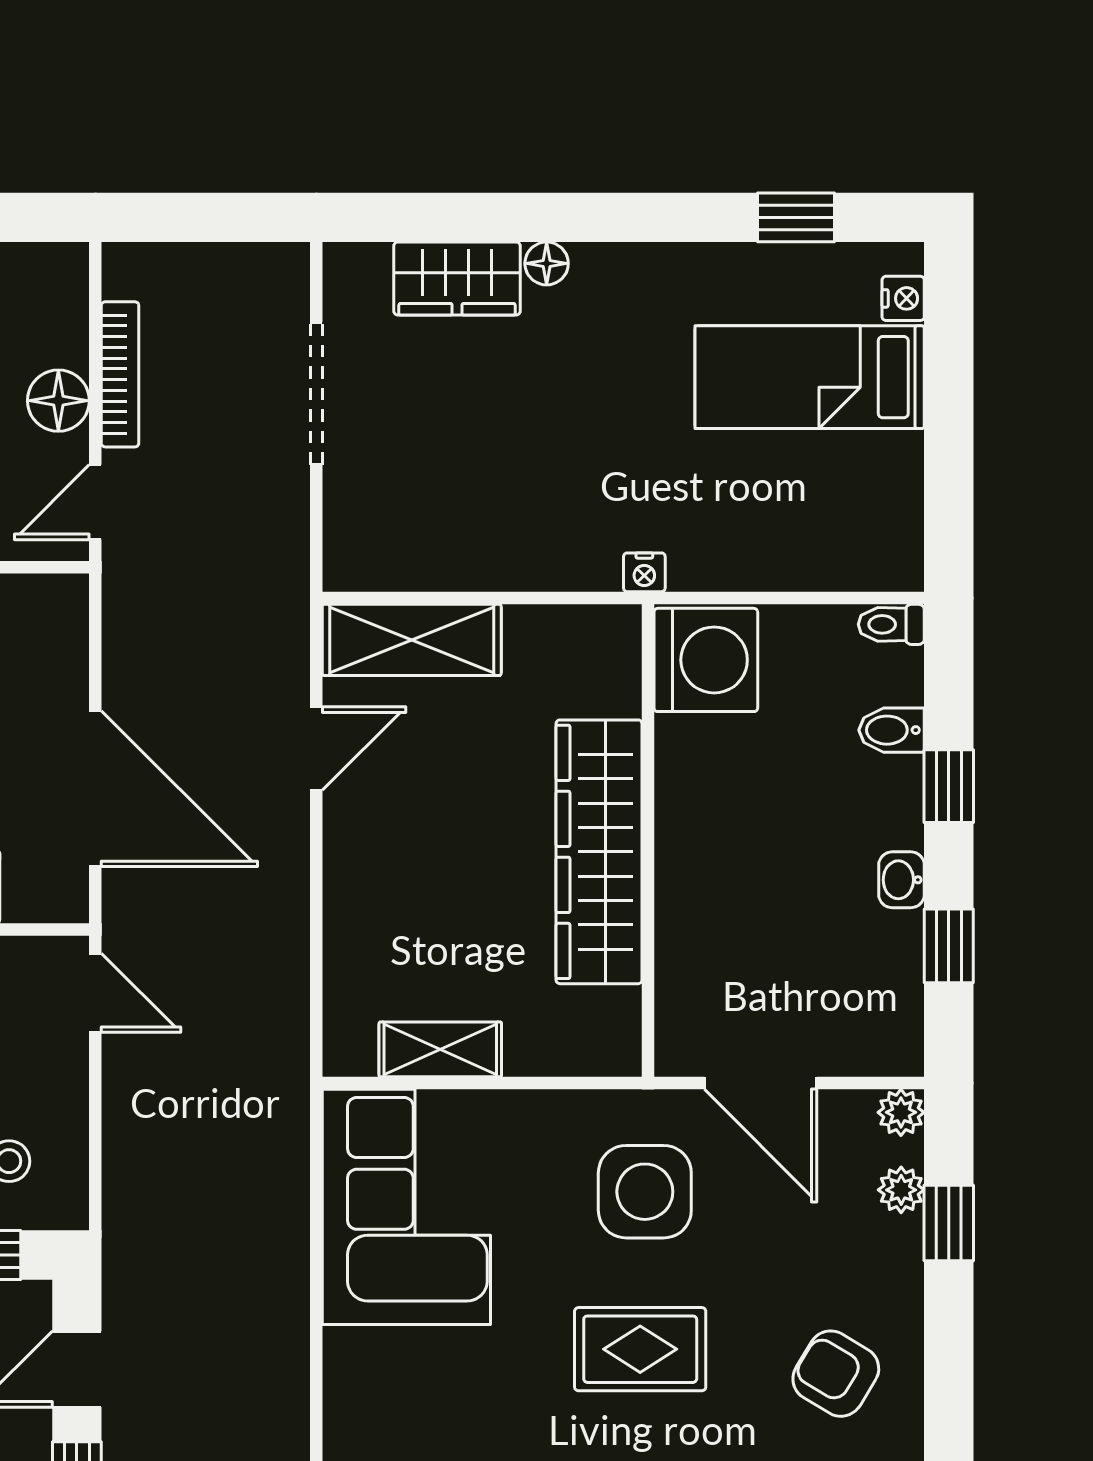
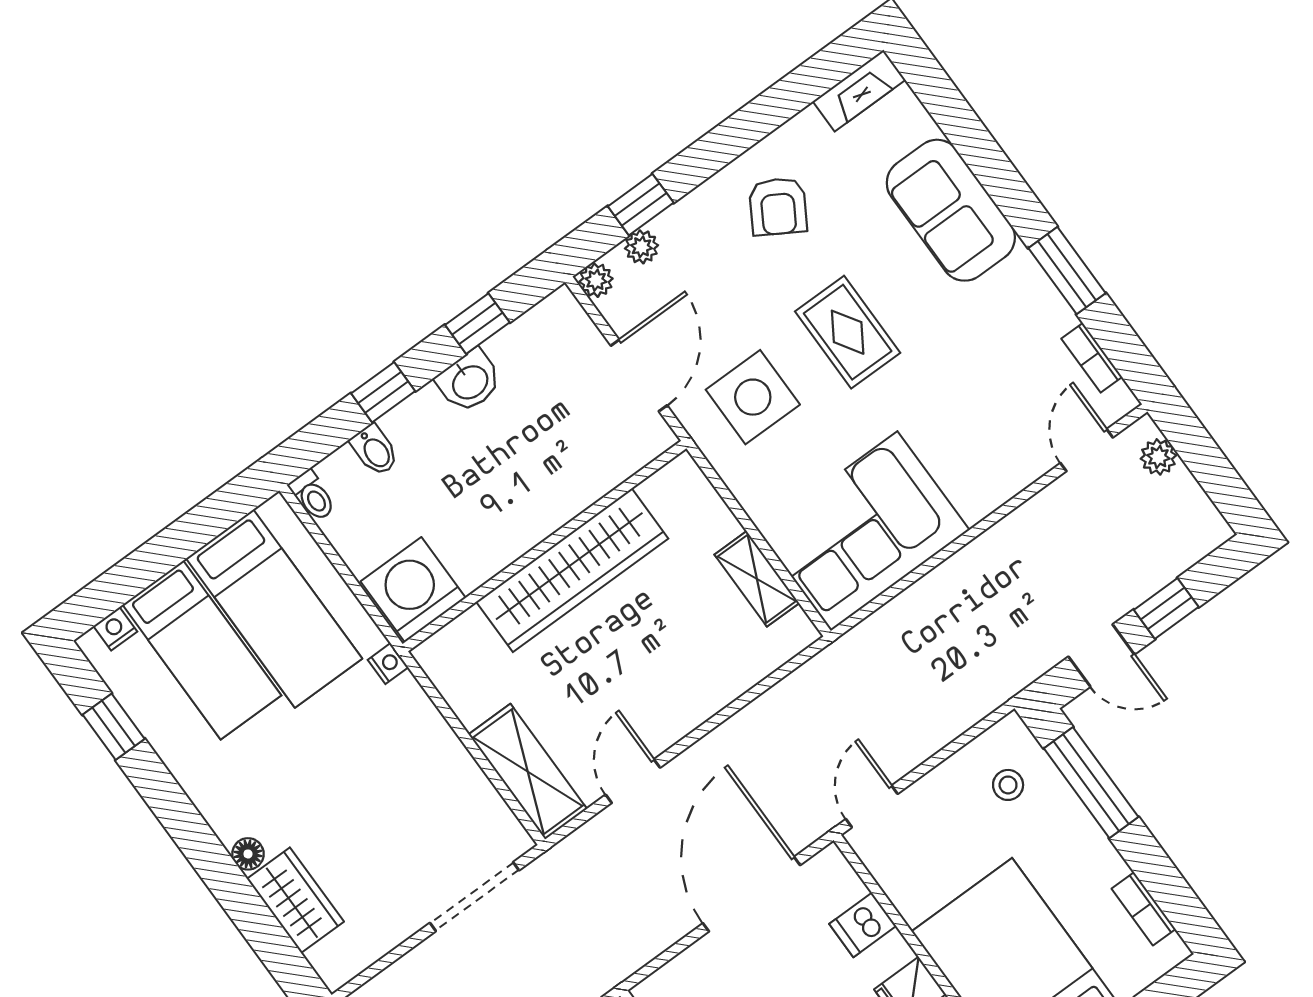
doorway: (316, 393) -> (474, 897), moved
bed: (797, 491) -> (274, 608), added
door: (316, 749) -> (633, 781), hinge flipped
washbasin: (902, 880) -> (469, 381), width x1.38, depth x1.45

